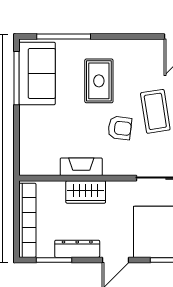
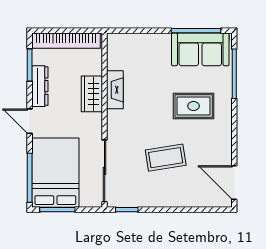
armchair: (120, 128) -> (150, 125), removed

